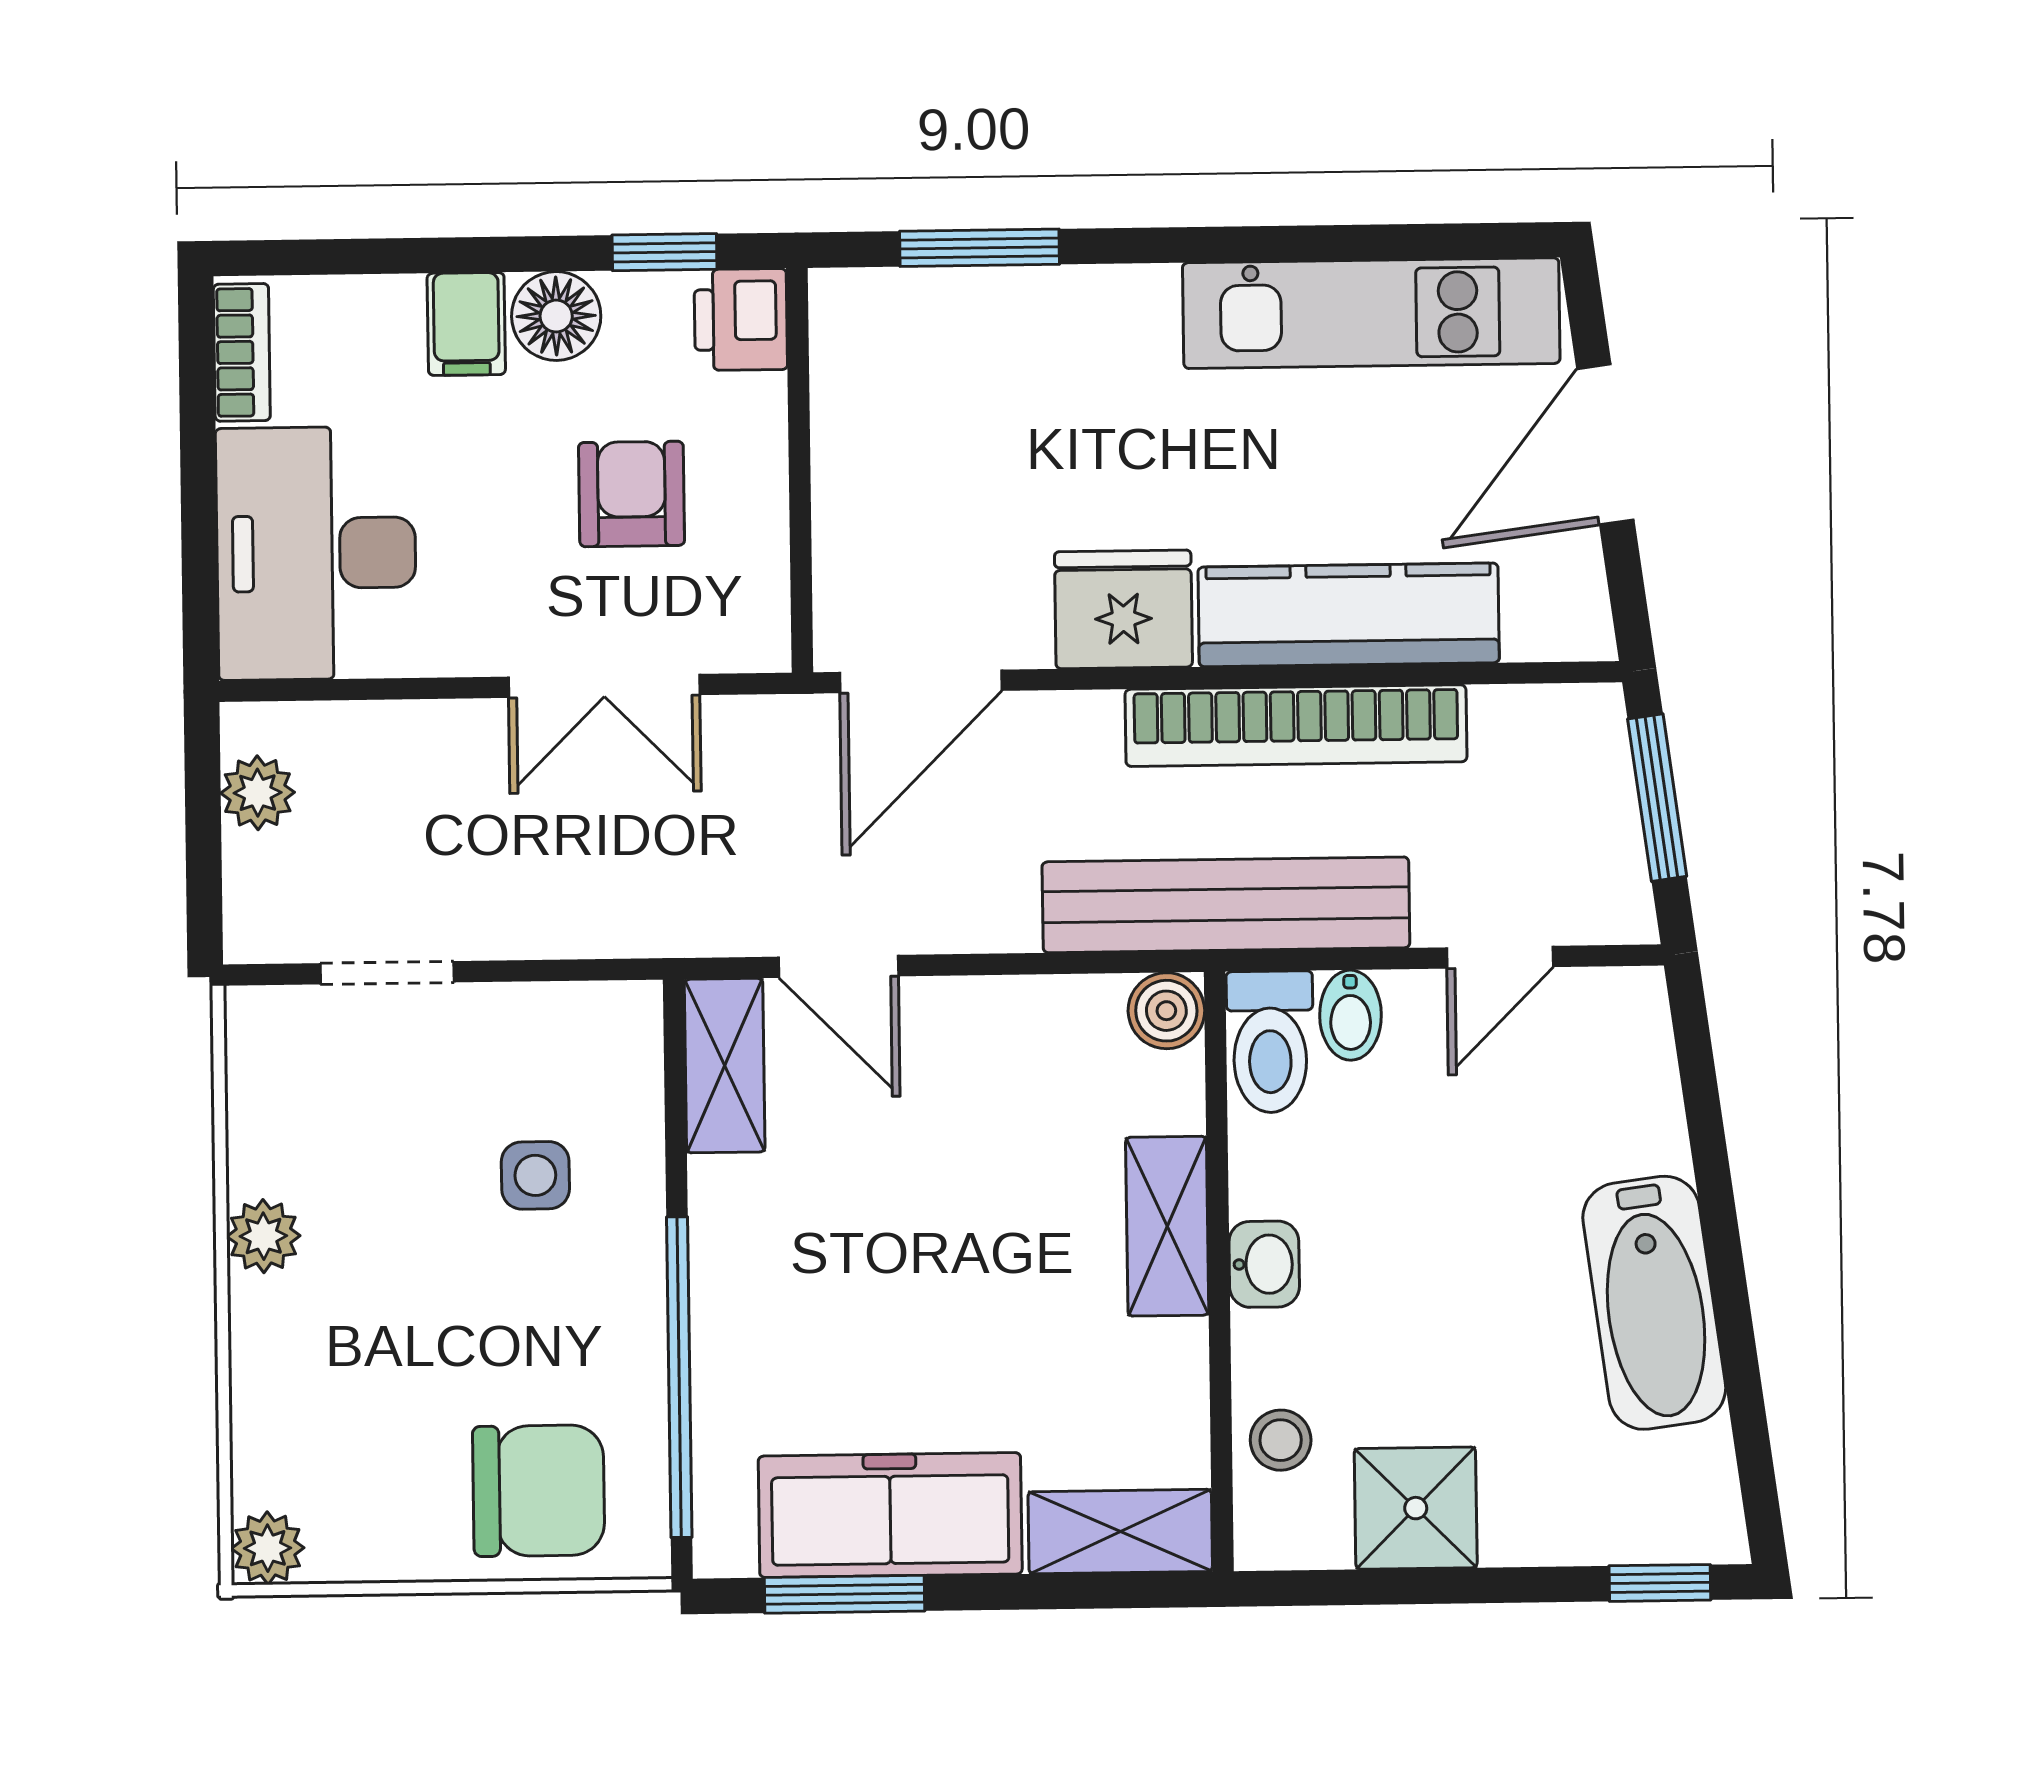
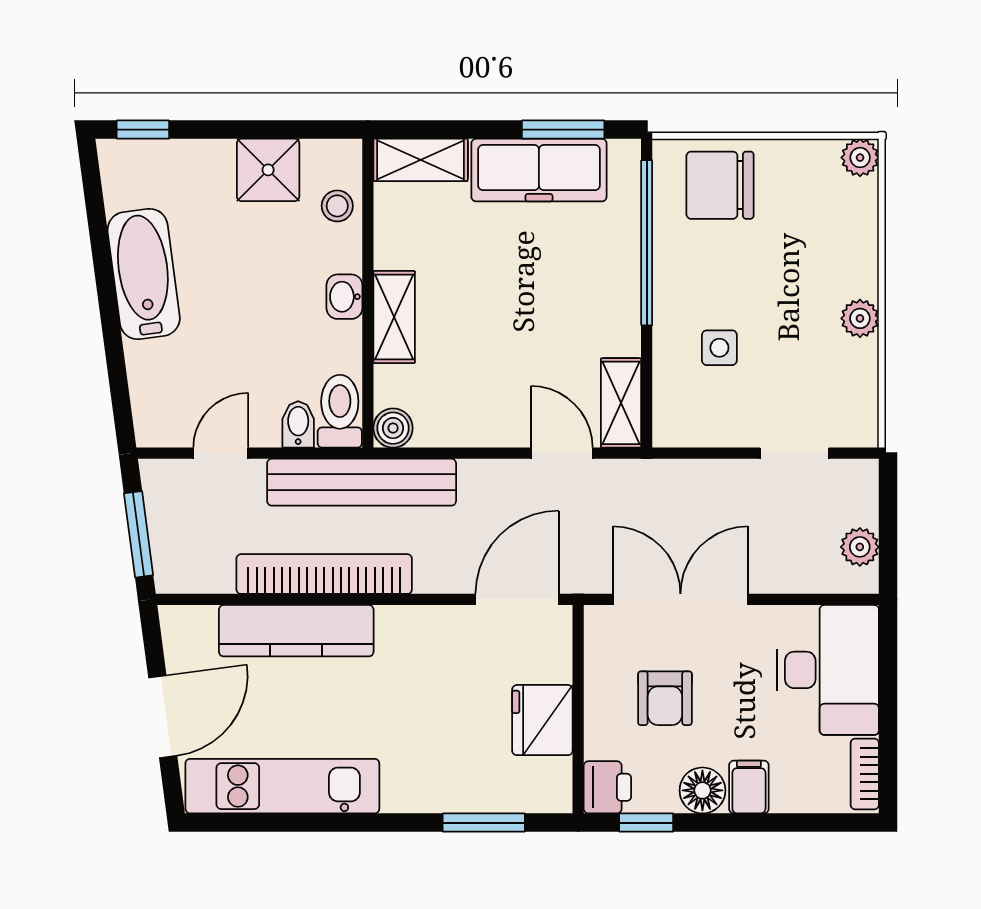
fridge: (1123, 609) -> (542, 720), moved, turned 90
double door: (604, 686) -> (680, 599), width x1.37

